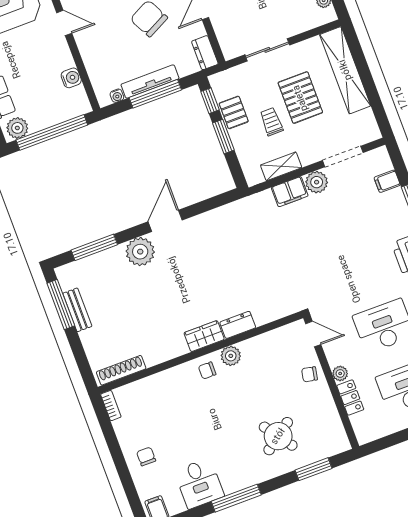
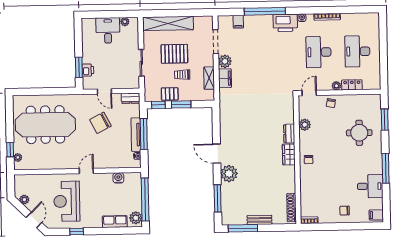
bench: (77, 310) -> (259, 220), moved
plant: (231, 356) -> (305, 125), moved
round table: (278, 436) -> (359, 133), turned 36

